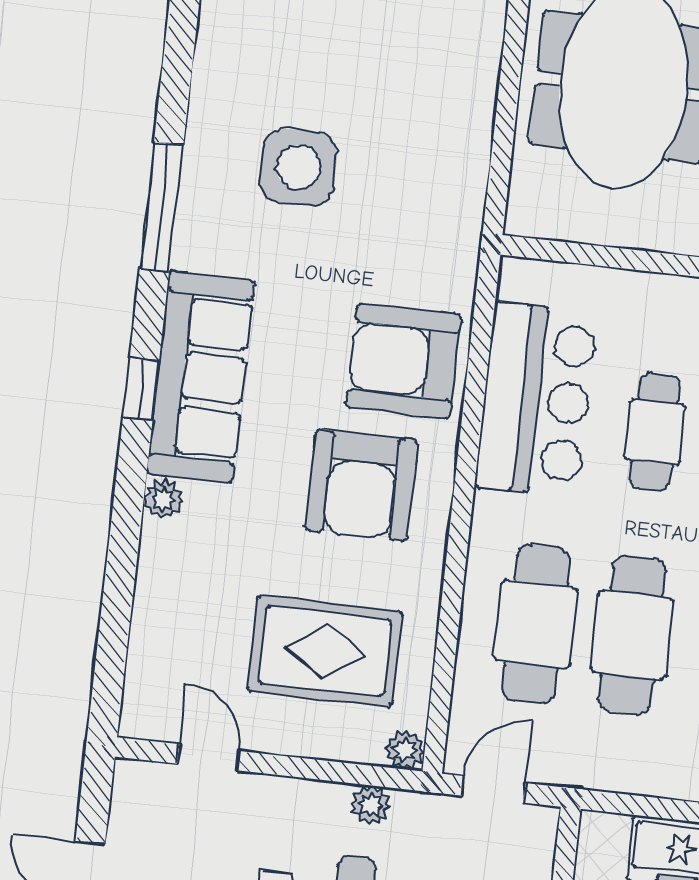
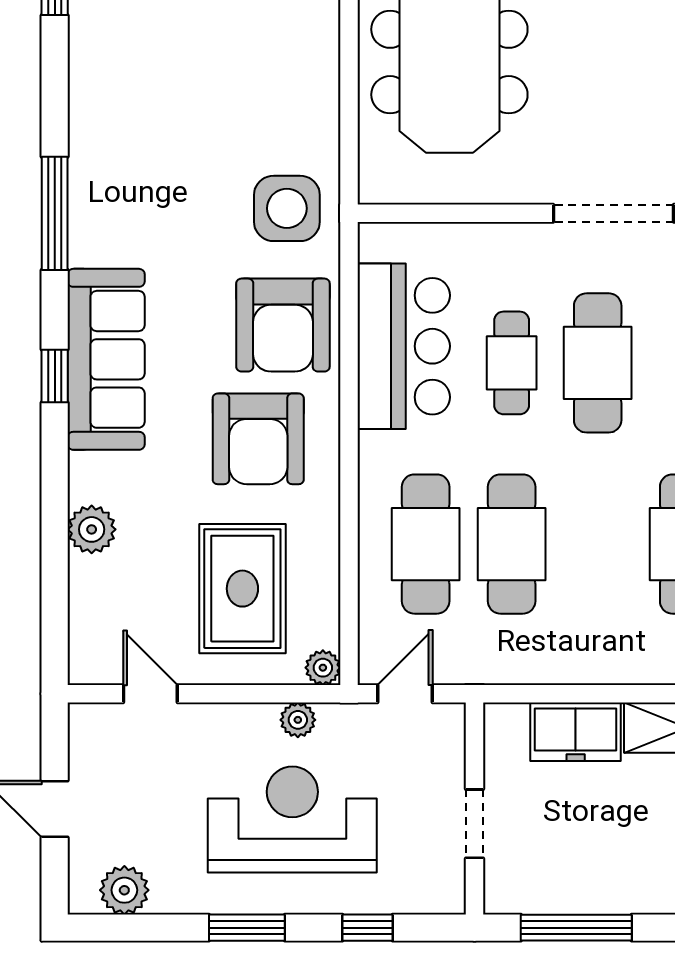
side table: (299, 167) -> (287, 208), moved
armchair: (403, 361) -> (283, 325), turned -90
plant: (163, 499) -> (92, 529), moved, width x1.38, depth x1.38
rug: (325, 651) -> (242, 589), turned 90

